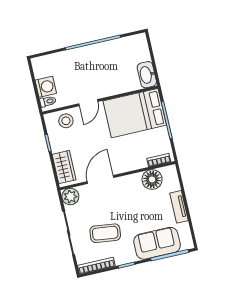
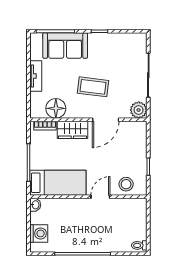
washbasin: (147, 75) -> (35, 205), width x0.52, depth x0.69
washing machine: (46, 87) -> (39, 233), moved, turned 180
toilet: (48, 101) -> (139, 245), moved
bed: (135, 113) -> (58, 183), width x0.67
wardrobe: (64, 167) -> (72, 130), moved, turned -90
coffee table: (105, 233) -> (93, 87), moved
bookcase: (96, 266) -> (129, 37), removed

